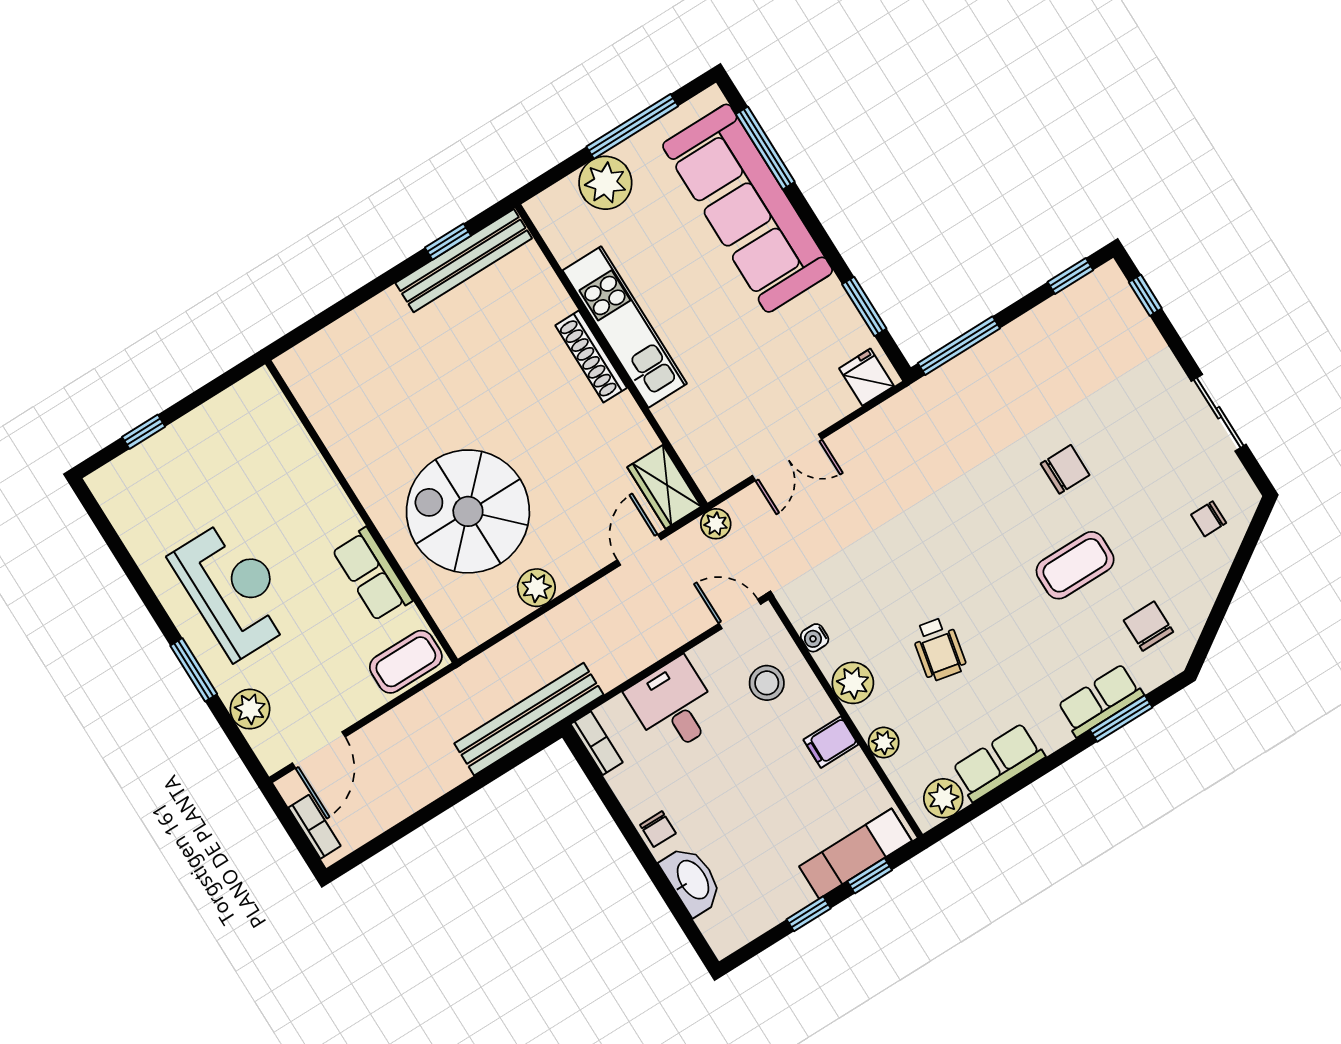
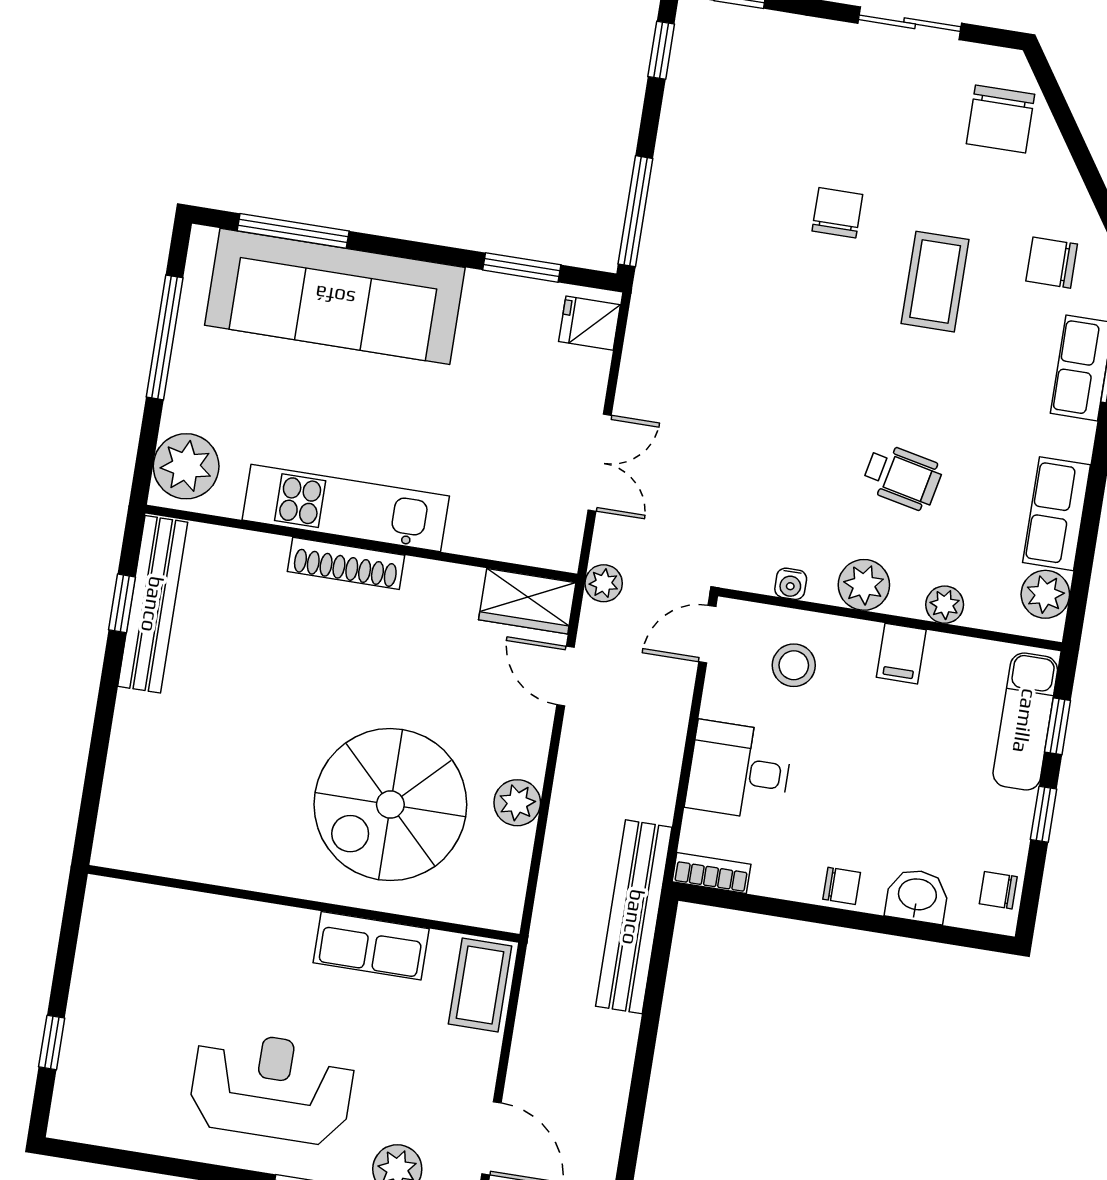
plant: (605, 183) -> (186, 466), moved
chair: (1209, 519) -> (1001, 119), width x1.87, depth x1.87
washbasin: (692, 880) -> (917, 896), width x0.72
chair: (738, 927) -> (998, 890), added

